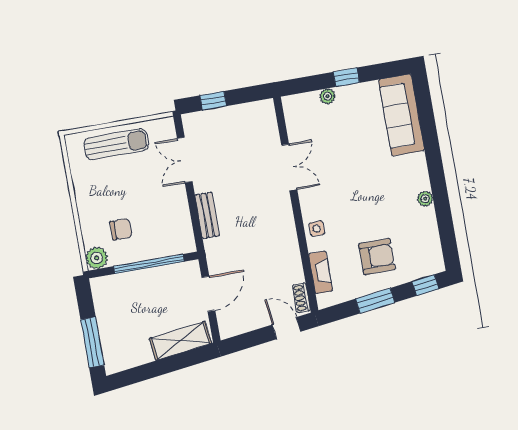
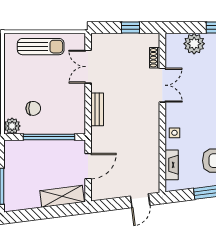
plant: (328, 96) -> (194, 44), width x1.87, depth x1.87
window: (213, 101) -> (130, 28), moved
shoe rack: (301, 298) -> (155, 58), moved
door: (287, 328) -> (140, 201), swing flipped

